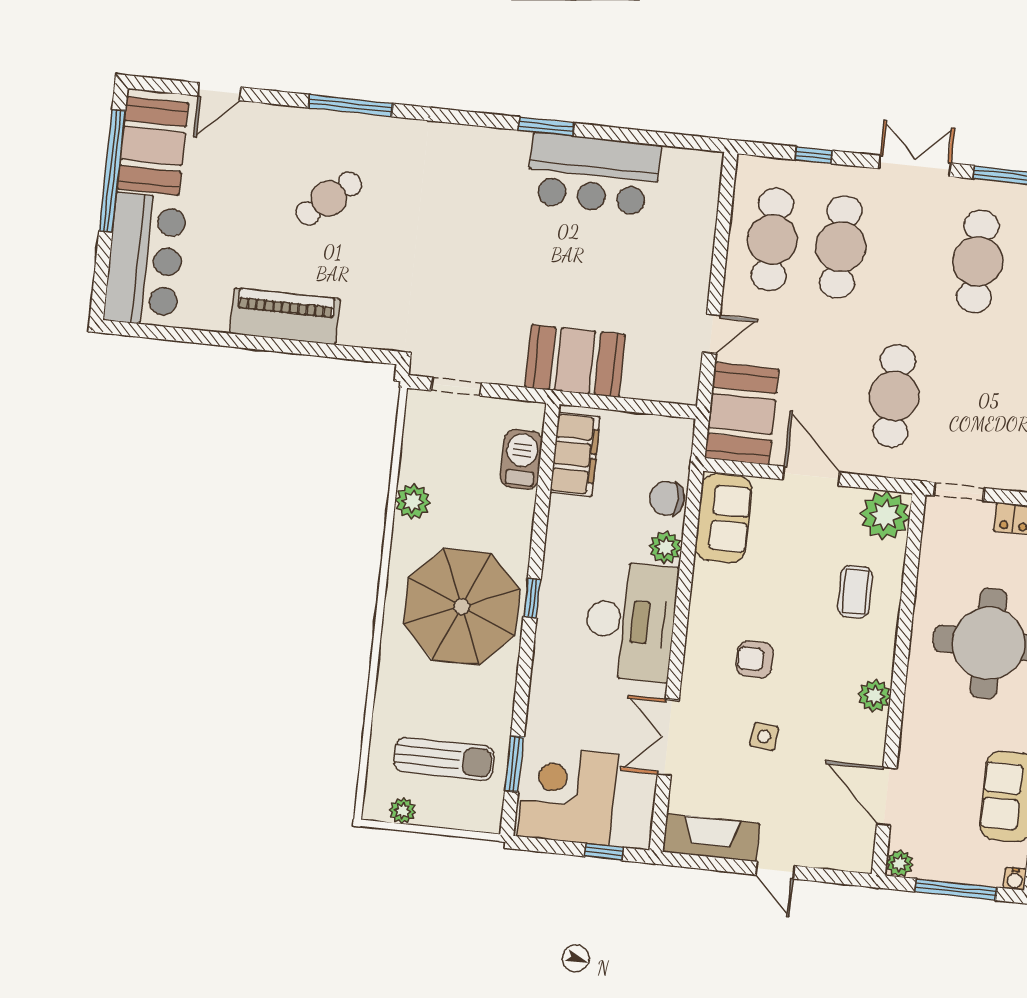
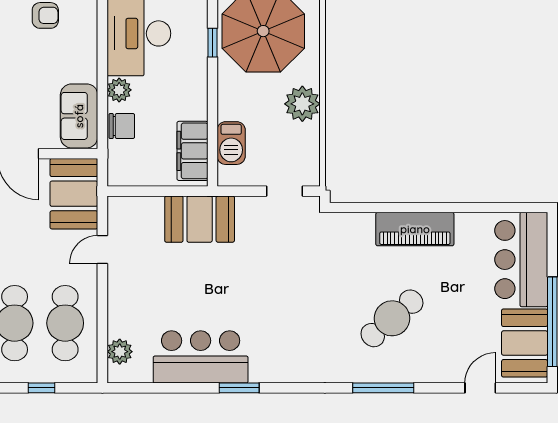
plant: (702, 193) -> (120, 352), added
cafe table: (329, 199) -> (392, 318), width x1.37, depth x1.35
plant: (413, 502) -> (302, 104), width x1.36, depth x1.36

